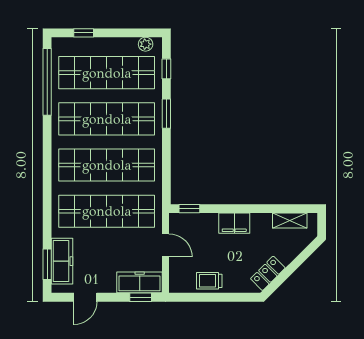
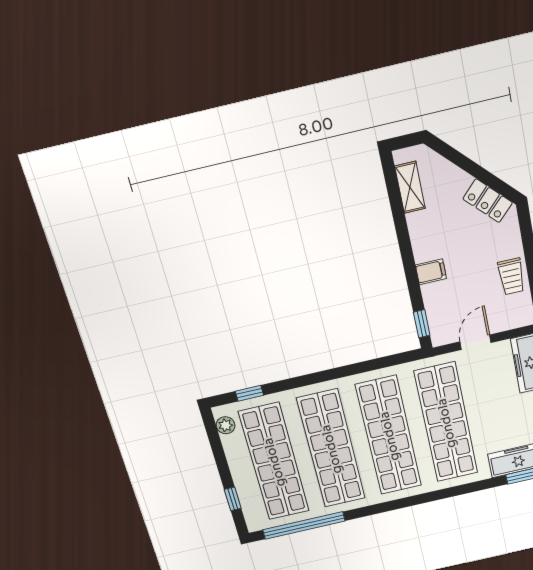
window: (166, 114) -> (306, 380), removed
filing cabinet: (234, 223) -> (431, 272), width x0.50

